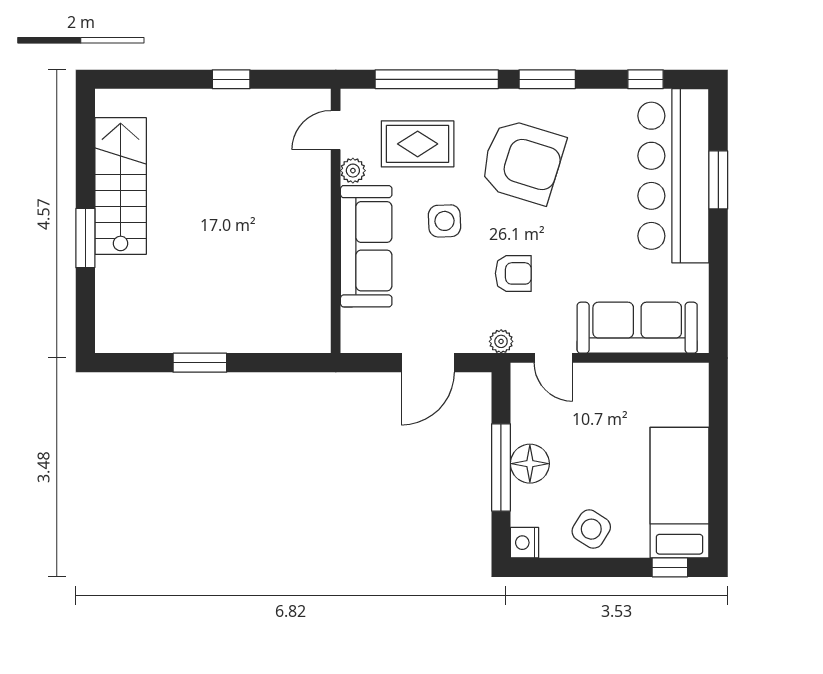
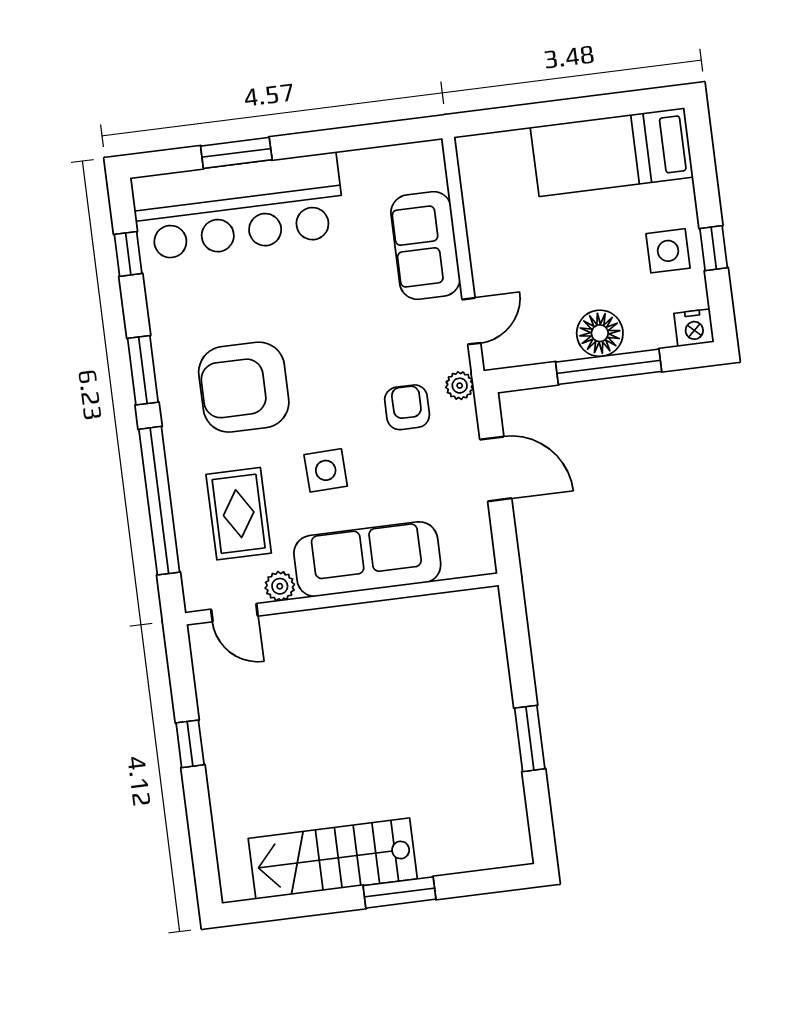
armchair: (522, 162) -> (244, 387), turned -107
armchair: (513, 273) -> (407, 407), moved
sofa: (637, 328) -> (426, 245), width x0.73
side table: (591, 529) -> (668, 251), turned -32
window: (670, 567) -> (714, 248), moved

